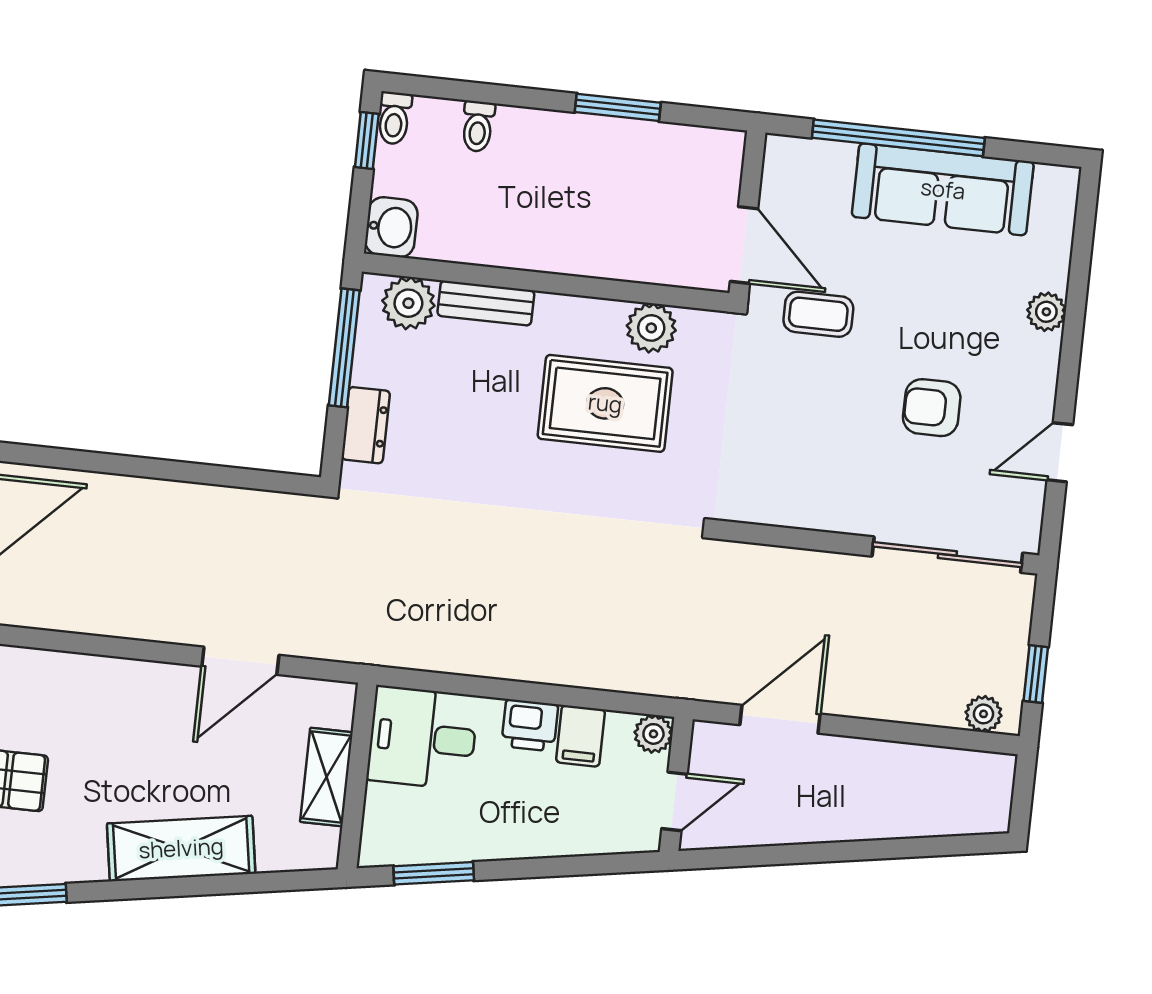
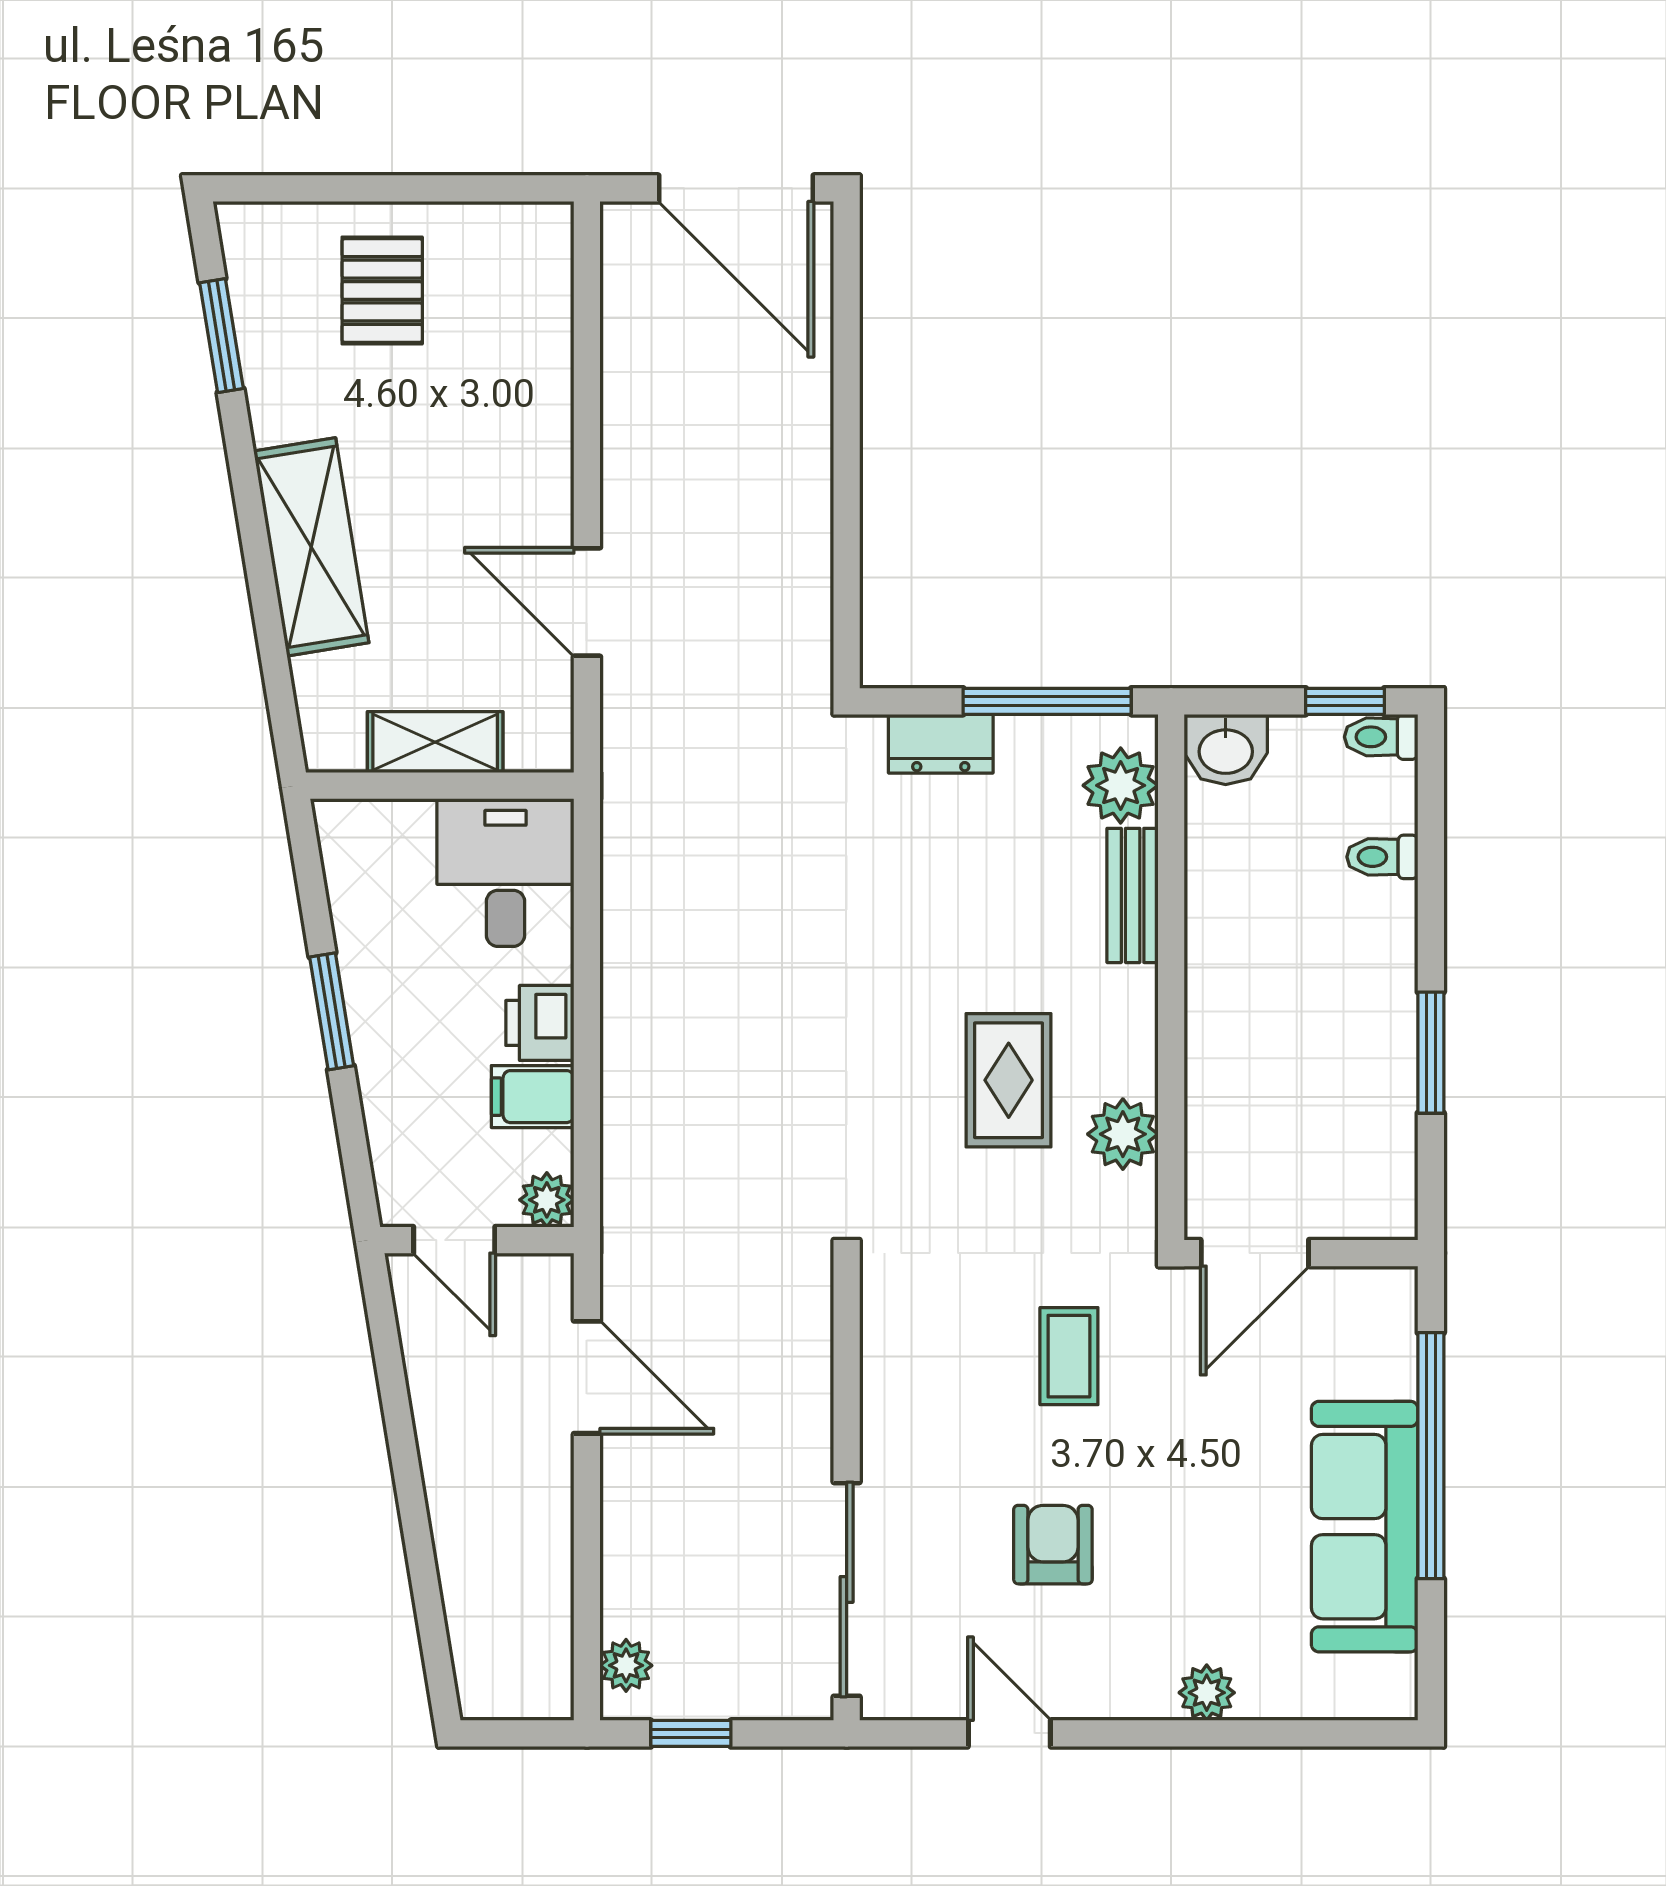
coffee table: (818, 314) -> (1069, 1356), moved
rug: (605, 403) -> (1009, 1080), width x0.73, depth x0.70
window: (434, 873) -> (332, 1011), moved

